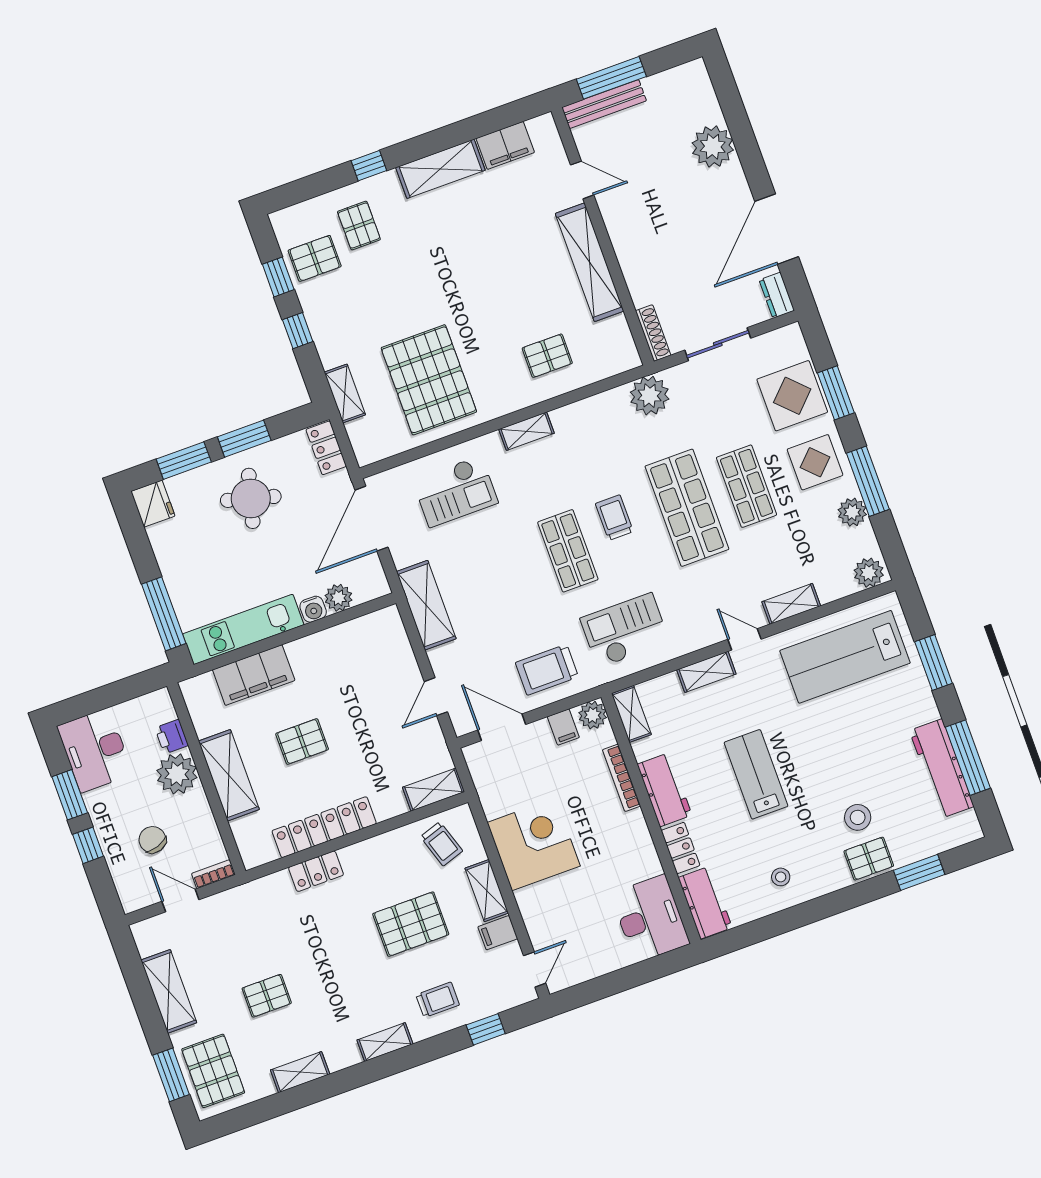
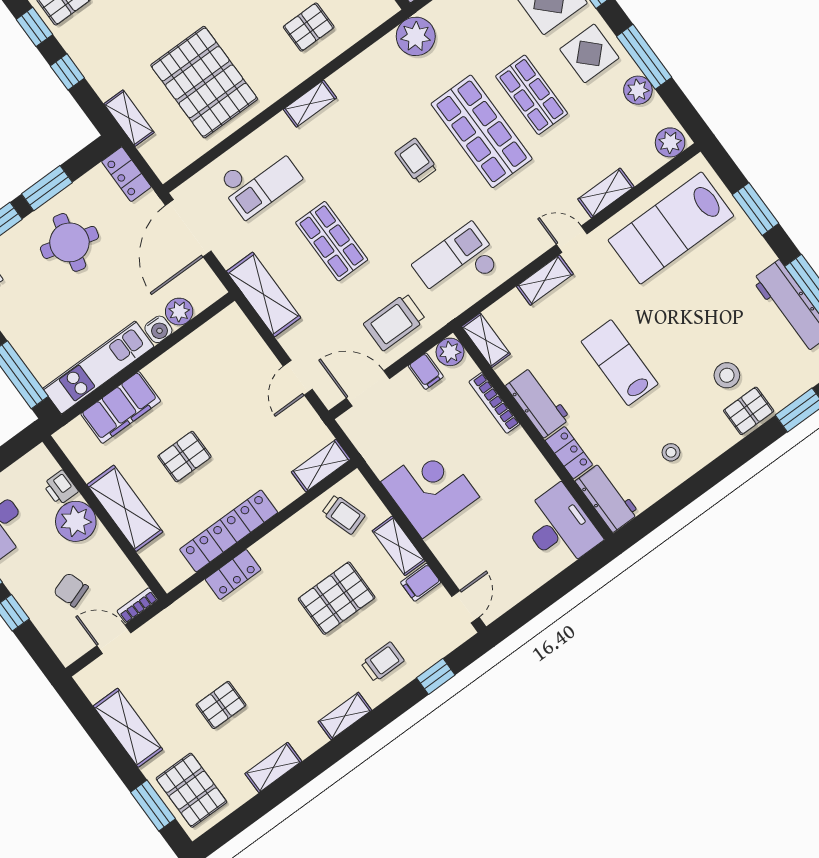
shop shelf: (568, 551) -> (332, 241), moved

